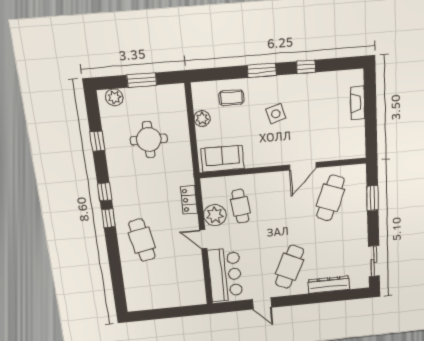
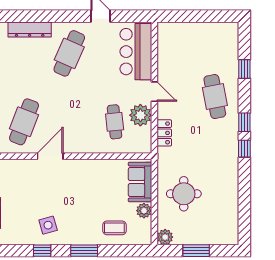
plant: (114, 97) -> (165, 237), moved
side table: (276, 114) -> (48, 225), moved
round table: (149, 140) -> (184, 194), moved
window: (97, 141) -> (244, 69), moved
sofa: (222, 159) -> (140, 182), moved, turned 90

